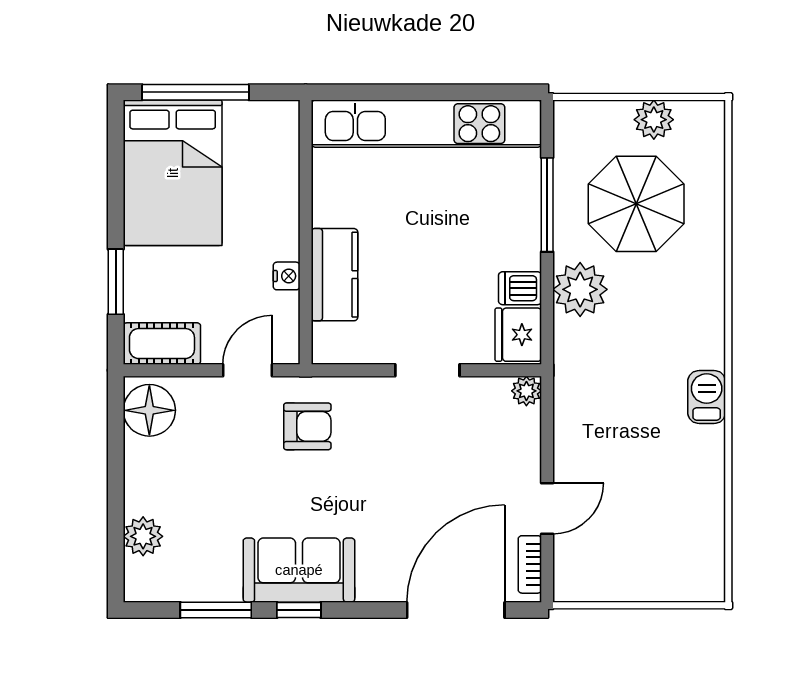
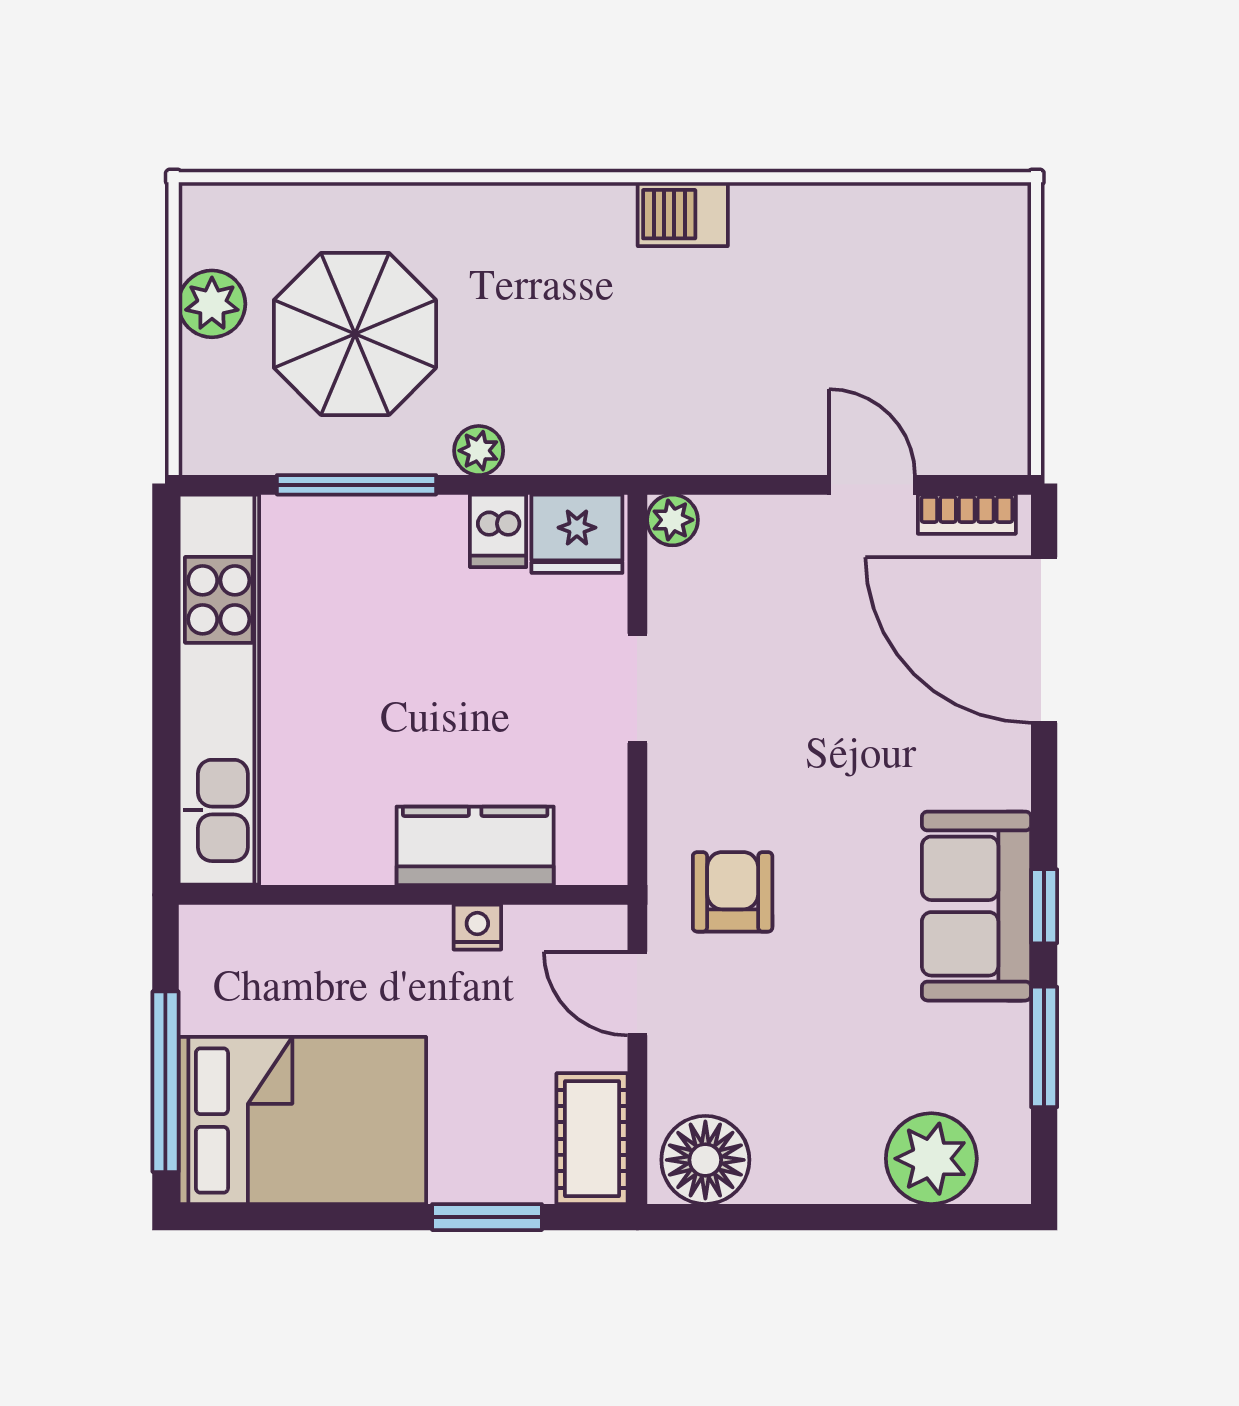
plant: (580, 289) -> (479, 451), width x0.53, depth x0.53
plant: (143, 536) -> (931, 1159), width x1.36, depth x1.36

